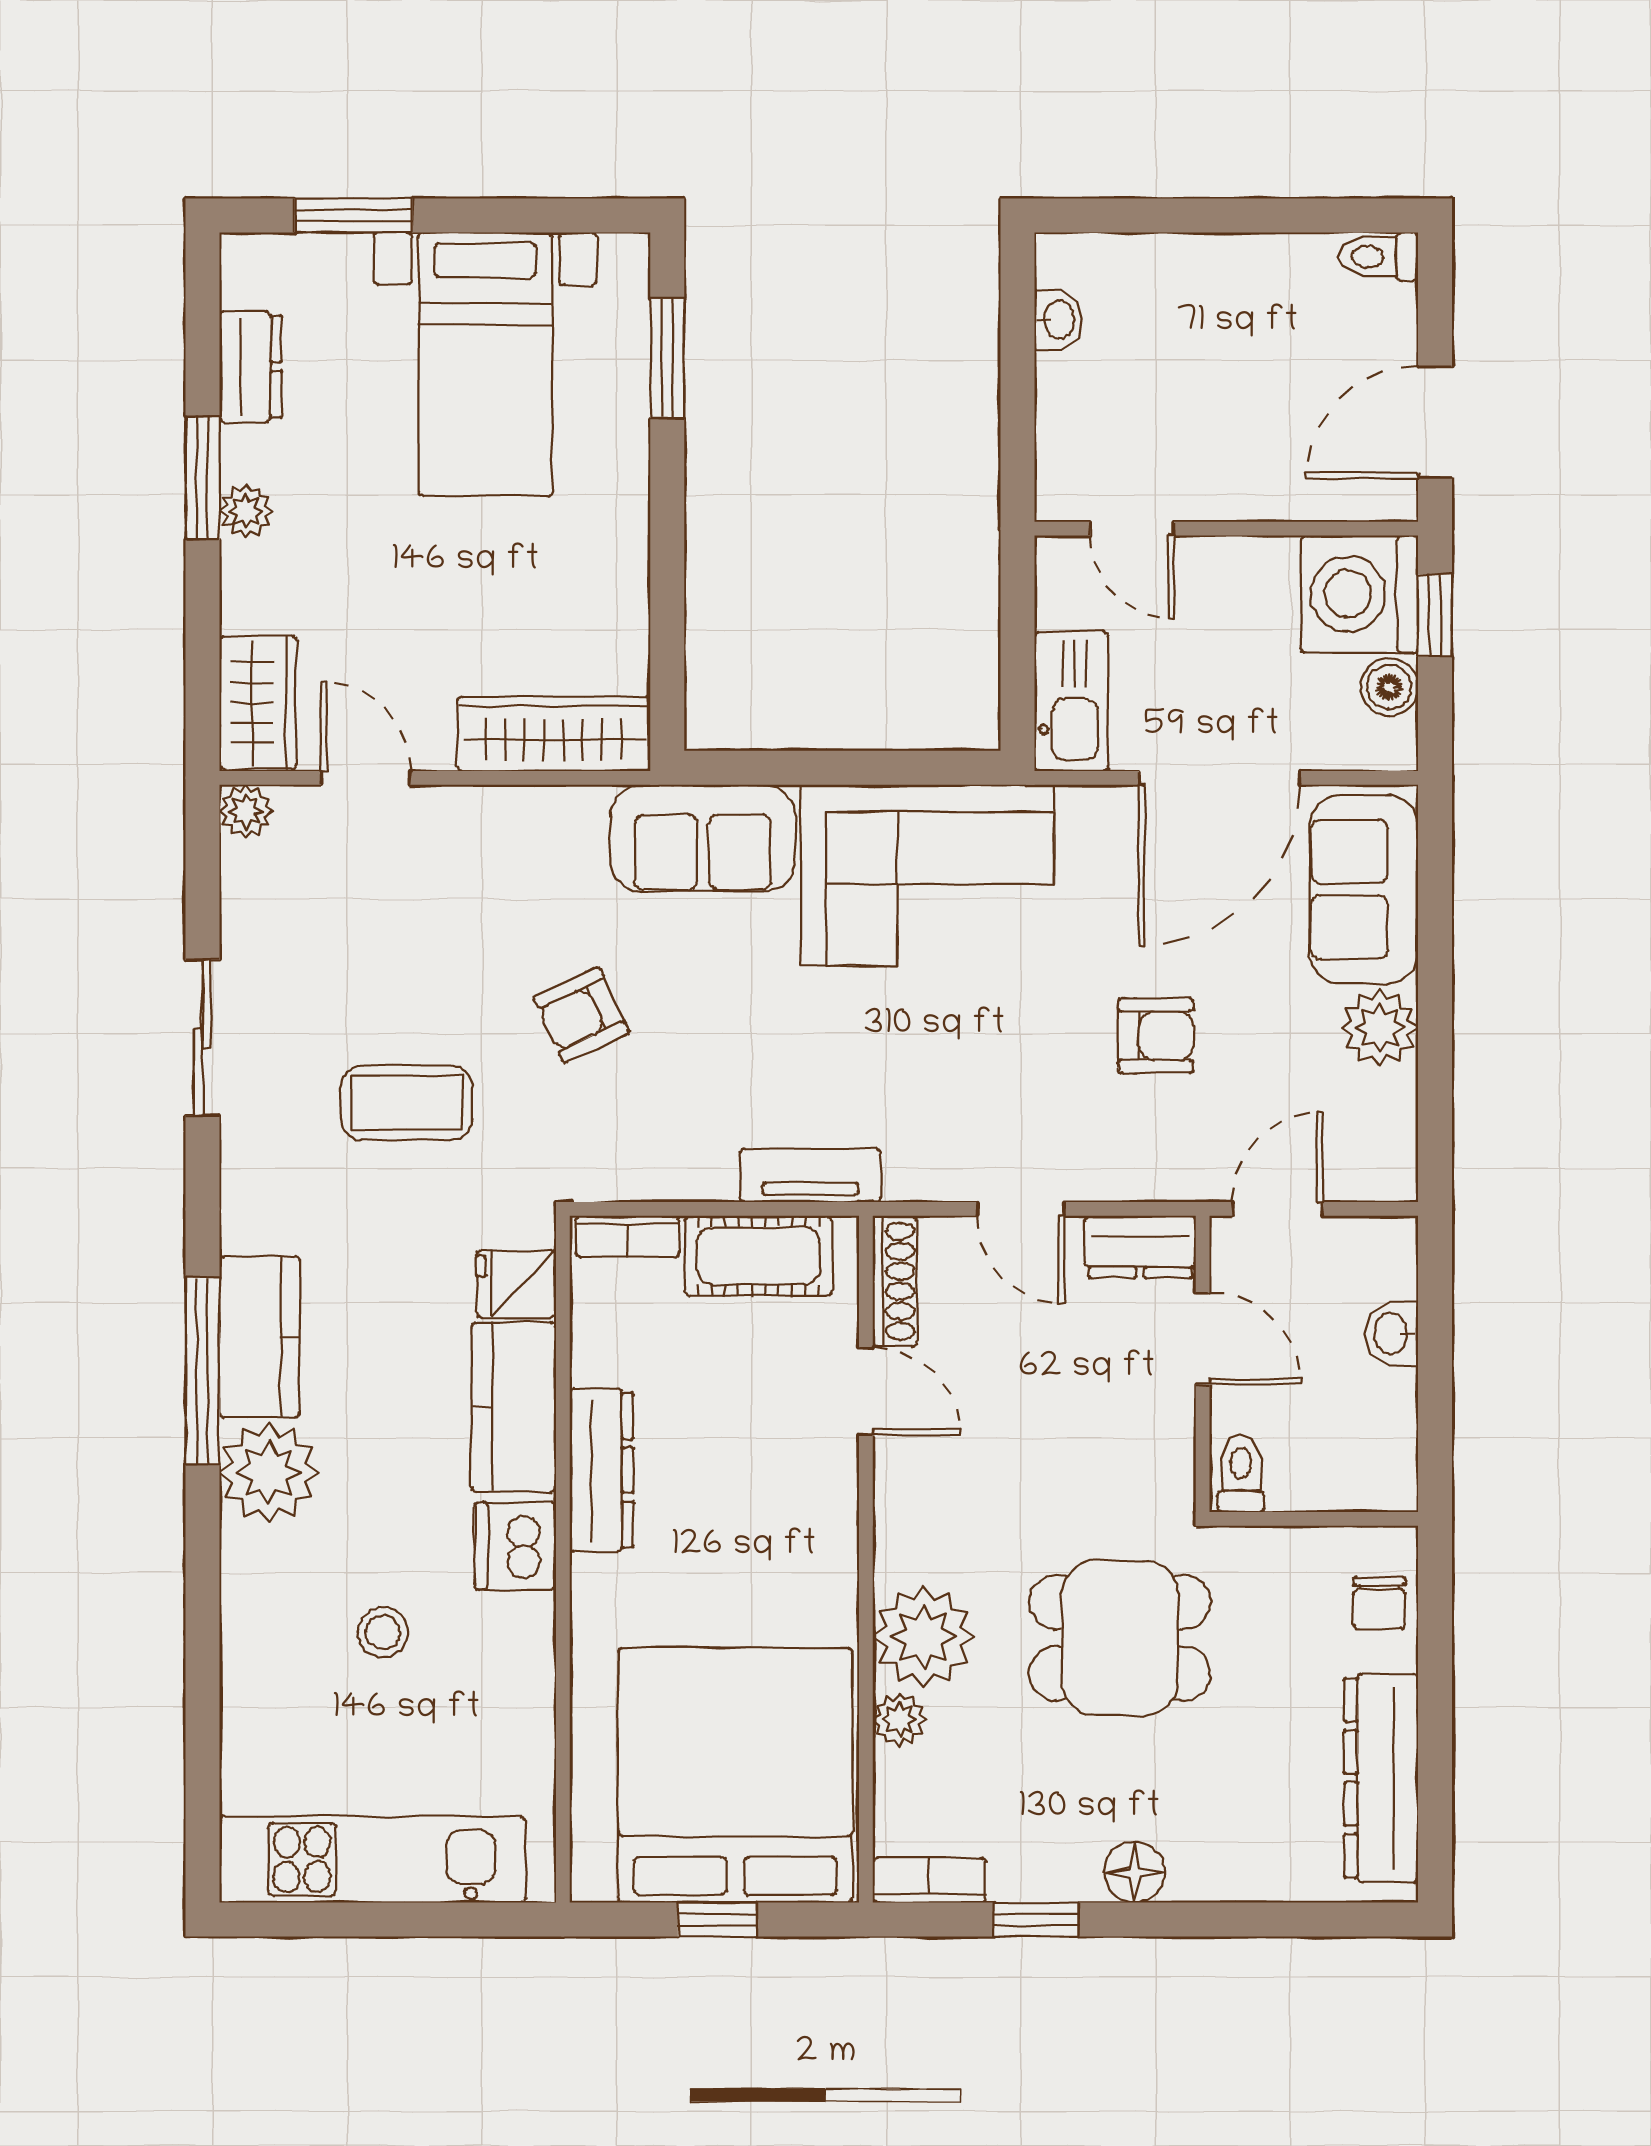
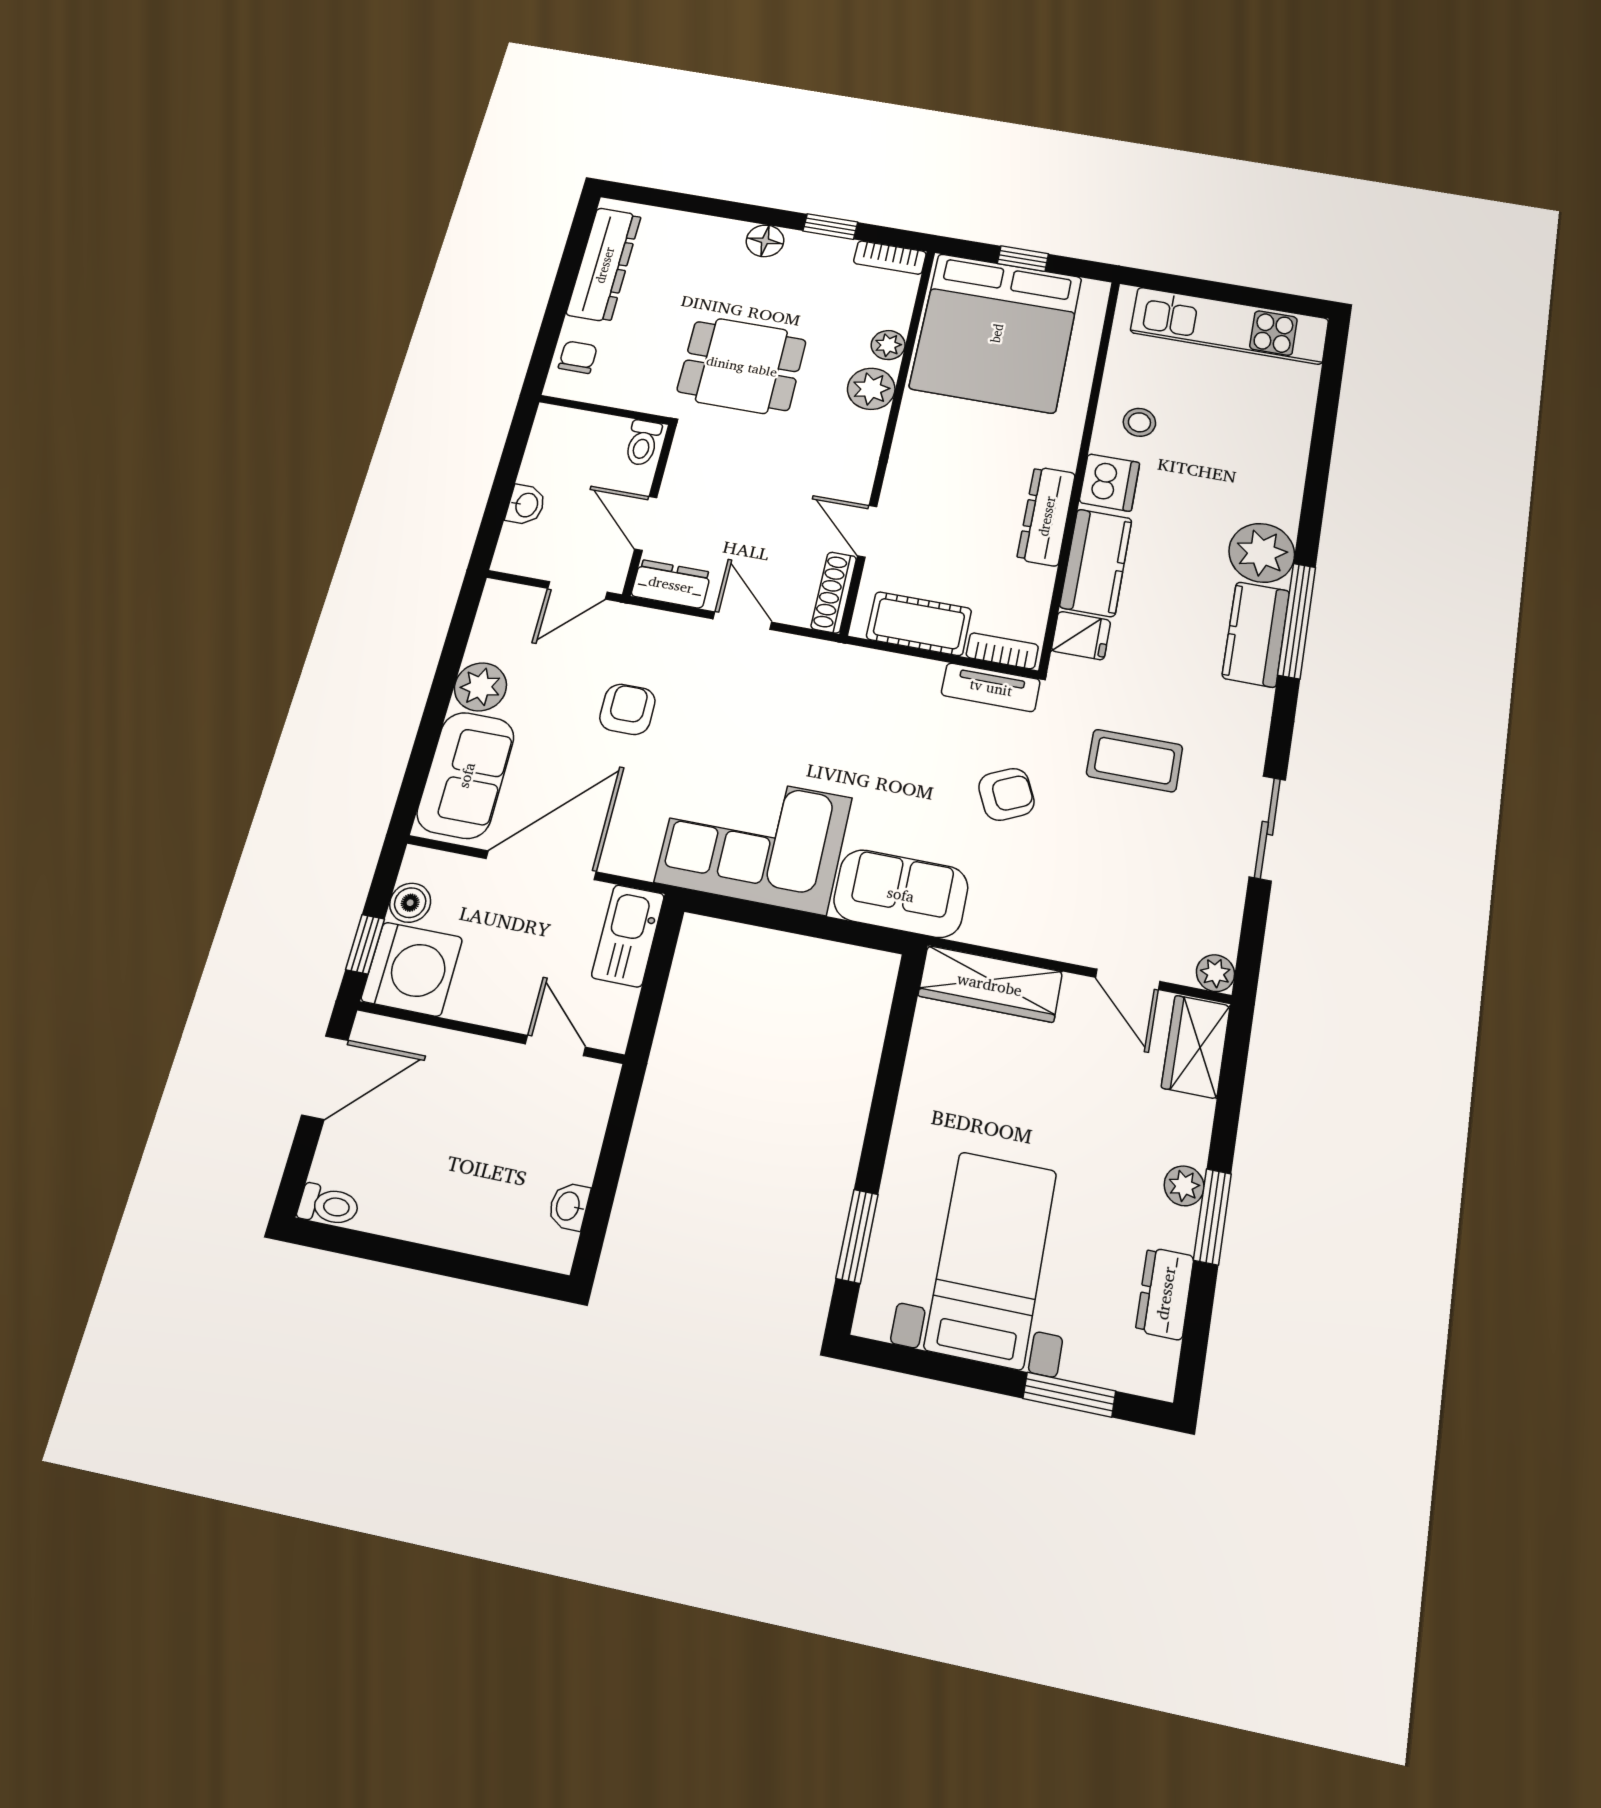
armchair: (1156, 1036) -> (627, 709), turned 90
tv unit: (810, 1175) -> (991, 687), moved
stool: (383, 1632) -> (1139, 422), moved
plant: (924, 1637) -> (871, 389), width x0.73, depth x0.73

